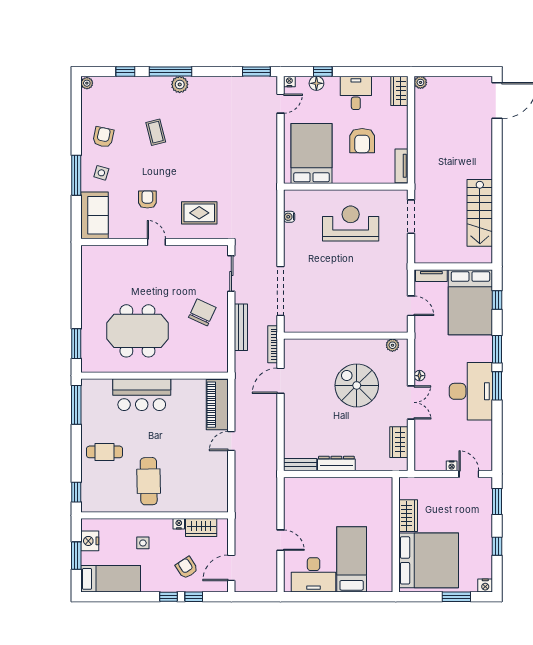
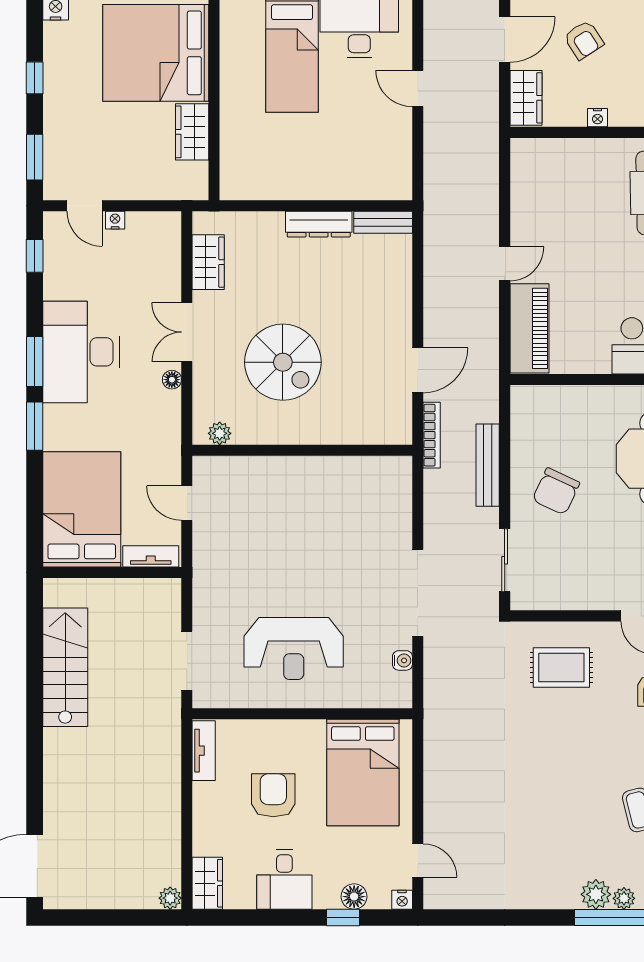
window: (256, 71) -> (460, 917), removed
plant: (164, 82) -> (624, 898), added
door: (280, 104) -> (418, 861), swing flipped
doorway: (280, 291) -> (418, 593), moved
window: (497, 300) -> (35, 256), moved
wardrobe: (201, 527) -> (526, 98), moved, turned 90

